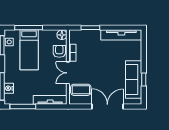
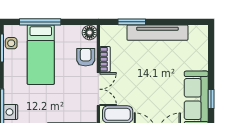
tv unit: (121, 35) -> (157, 33), moved
double door: (68, 73) -> (98, 89), swing flipped

